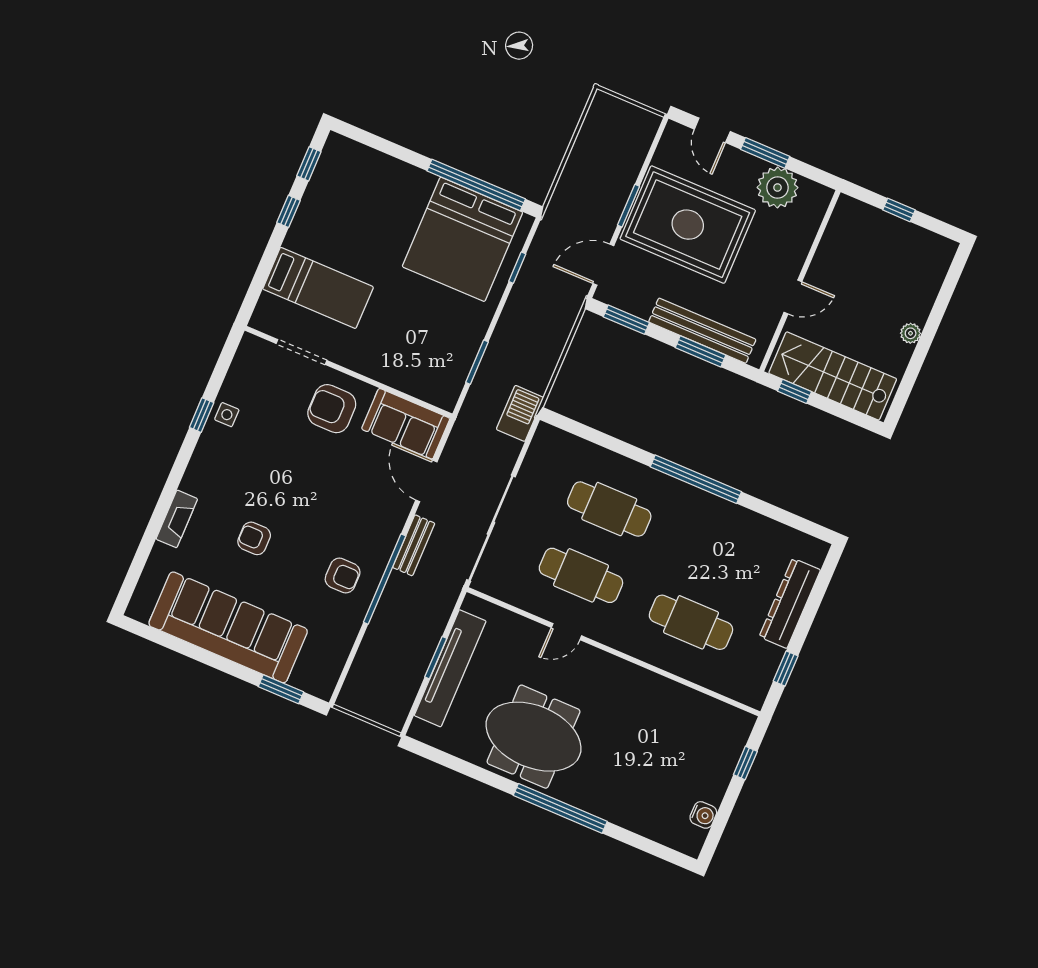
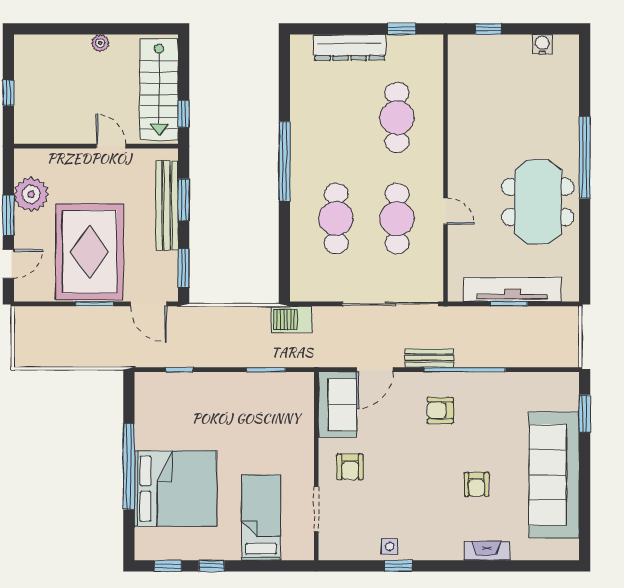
window: (476, 185) -> (129, 467), moved
bed: (462, 239) -> (176, 489), moved
armchair: (332, 409) -> (350, 467), width x0.72, depth x0.72
armchair: (343, 576) -> (440, 410), moved, turned -90

